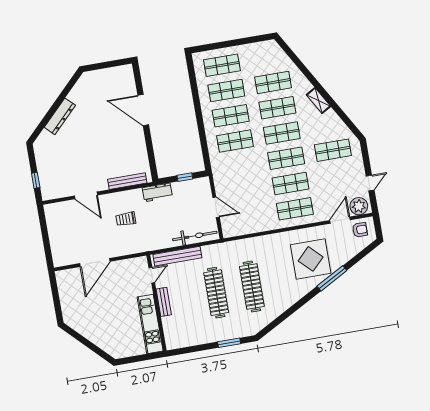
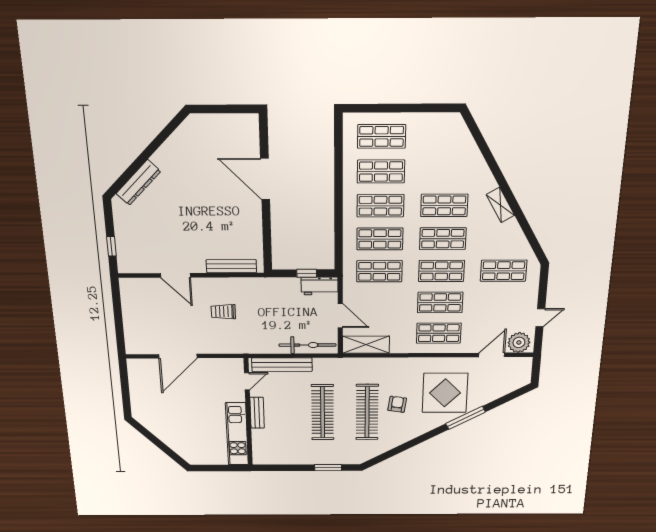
shop shelf: (273, 82) -> (379, 271), moved
dresser: (60, 116) -> (138, 183), moved
workbench: (157, 192) -> (320, 286), moved
shelving: (240, 228) -> (366, 345), added
armchair: (360, 230) -> (397, 404), moved, turned -82

